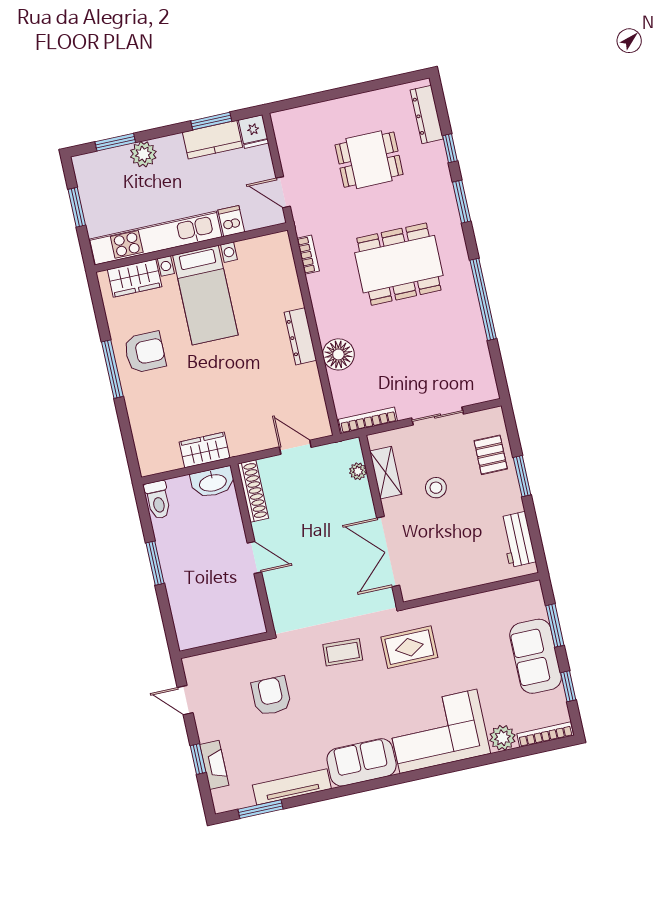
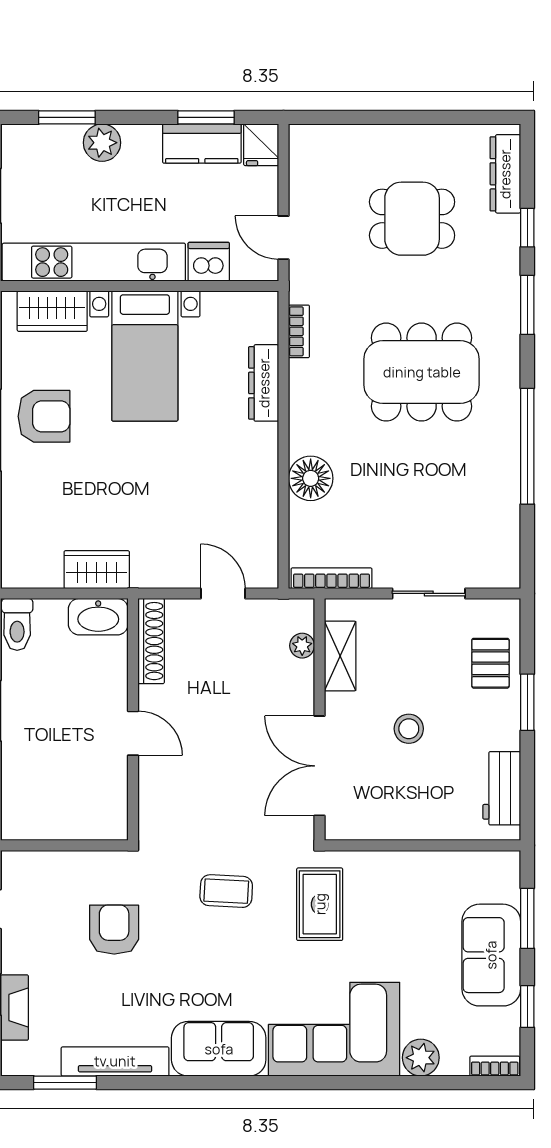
dishwasher: (231, 221) -> (209, 262), width x1.38
dresser: (300, 336) -> (264, 383), moved
stool: (436, 488) -> (409, 729), moved
rug: (409, 647) -> (320, 904), turned 90
bookcase: (545, 735) -> (495, 1066), width x0.64

